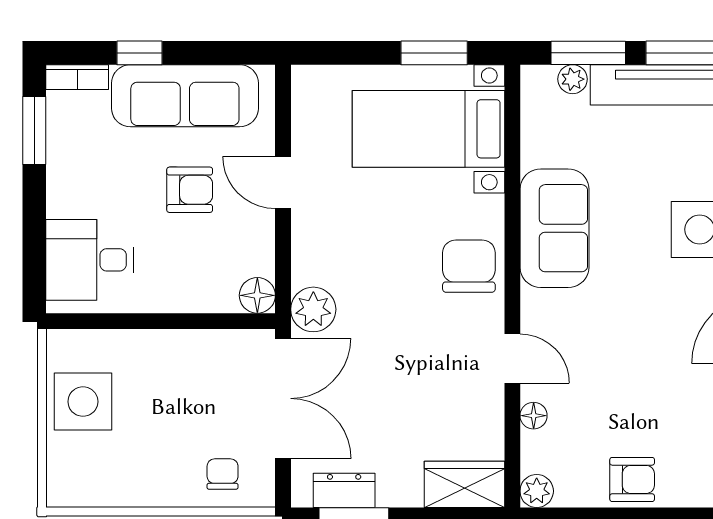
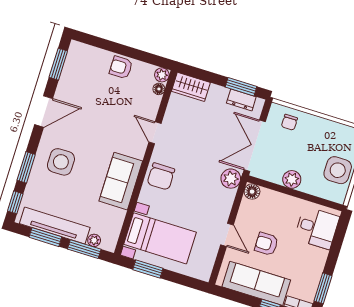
plant: (178, 350) -> (292, 179), added
floor lamp: (534, 416) -> (159, 89), moved

